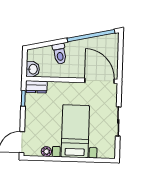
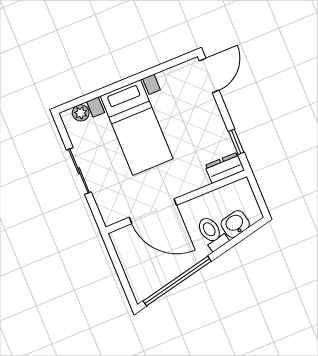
washbasin: (33, 69) -> (235, 224), moved, turned 78
door: (99, 81) -> (153, 211), moved
plant: (46, 152) -> (81, 113), moved

